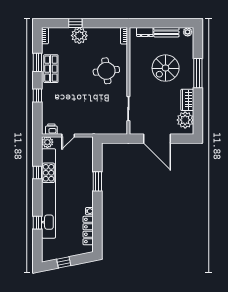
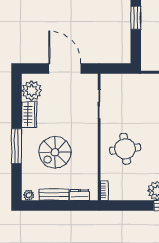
spiral stairs: (166, 68) -> (55, 152), turned 180

